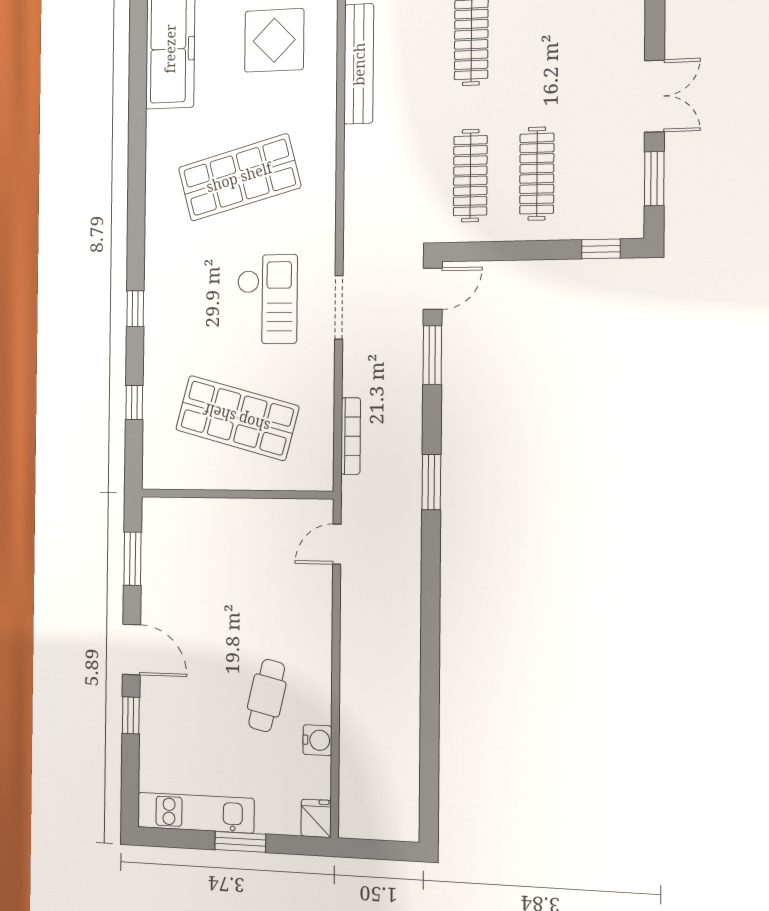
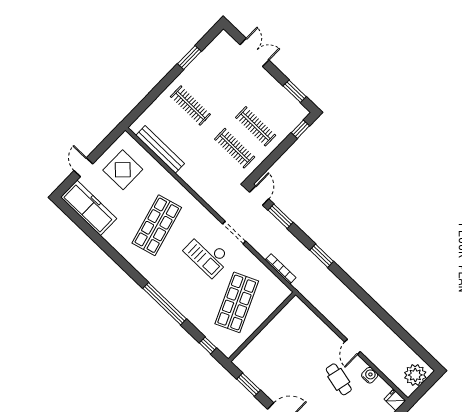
double door: (655, 96) -> (254, 52), moved
checkout: (267, 299) -> (207, 254), turned 180
window: (135, 309) -> (165, 304), width x3.17
window: (134, 402) -> (208, 345), moved
shop shelf: (237, 418) -> (237, 302), turned -39
door: (337, 544) -> (352, 347), moved
plant: (384, 816) -> (415, 375), added

